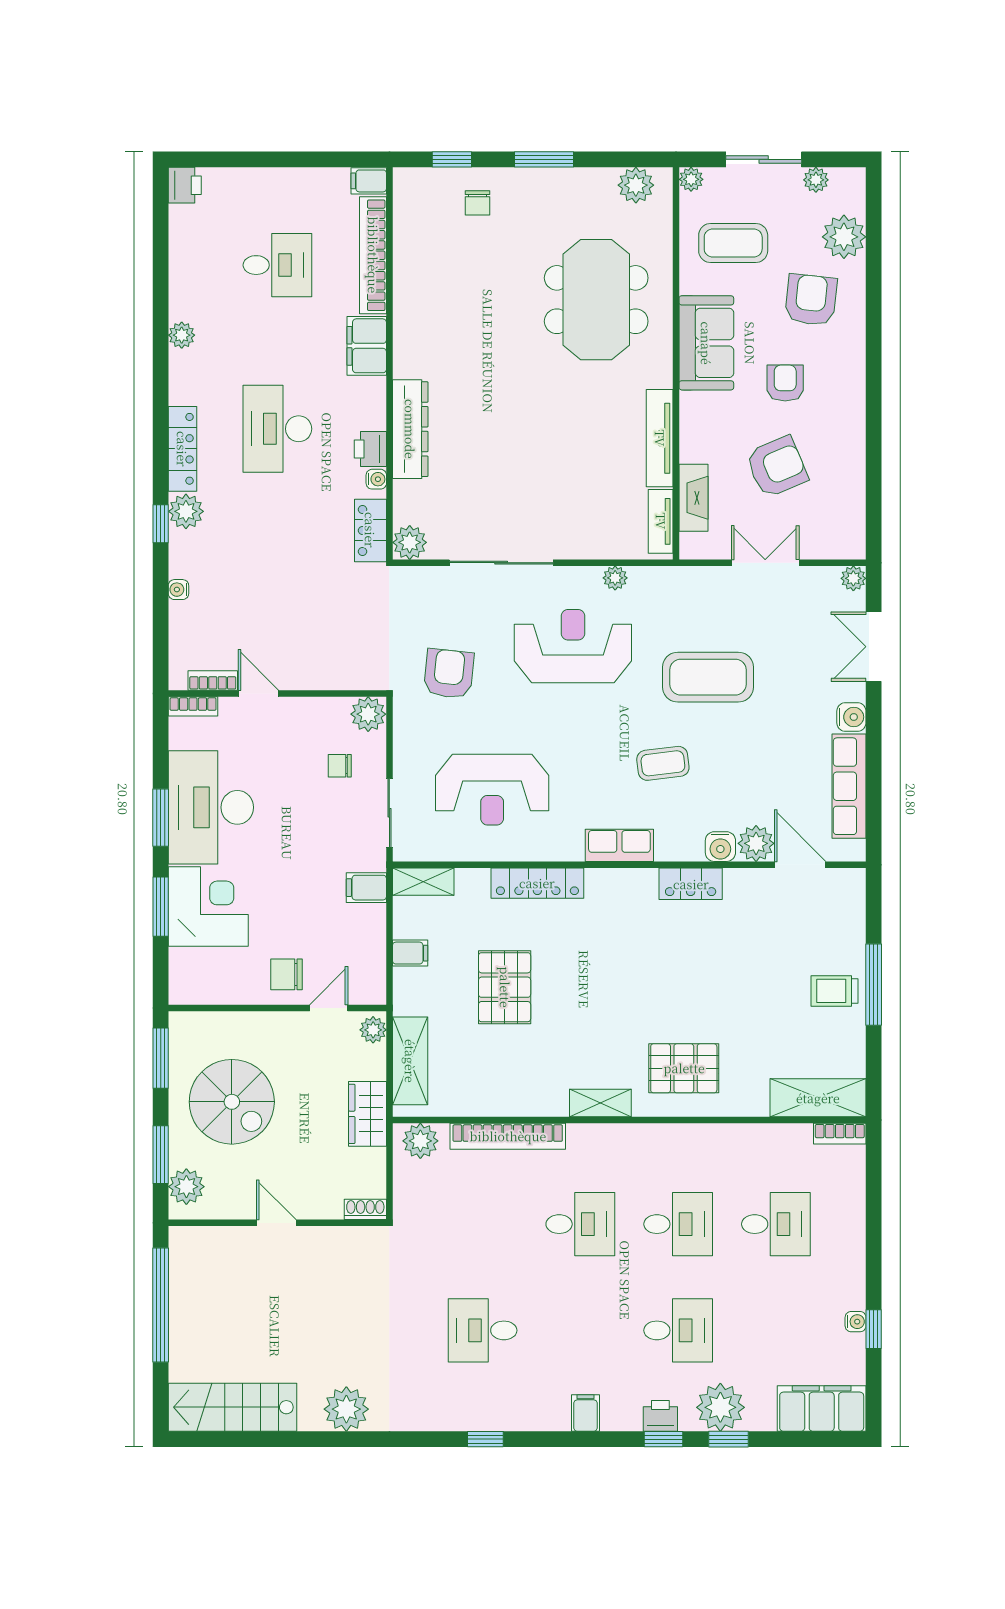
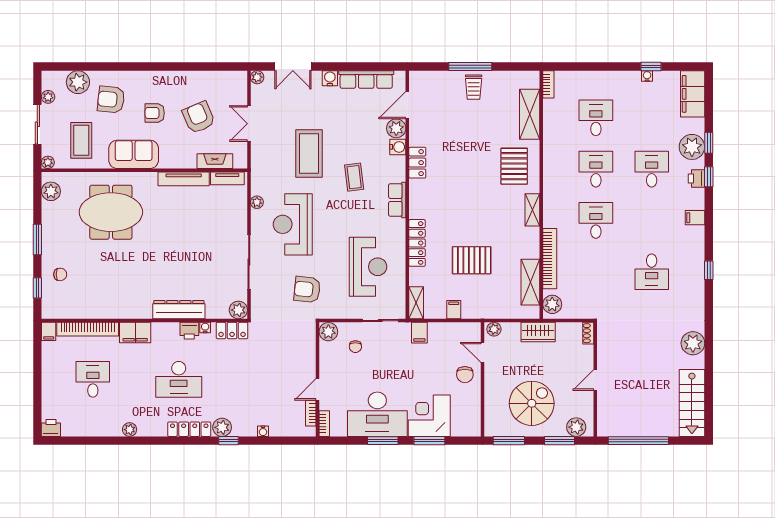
shelving: (410, 1061) -> (530, 282), moved, turned 90
shelving: (818, 1098) -> (530, 114), moved

